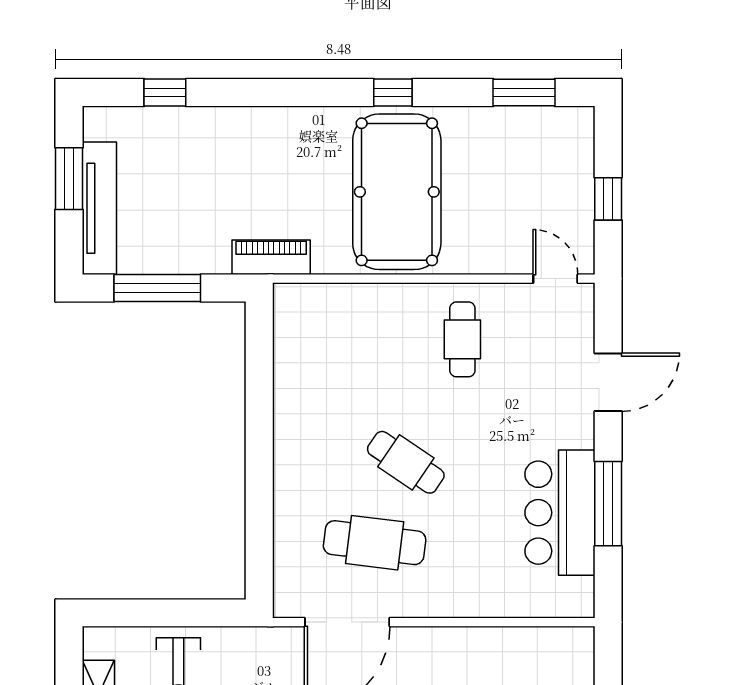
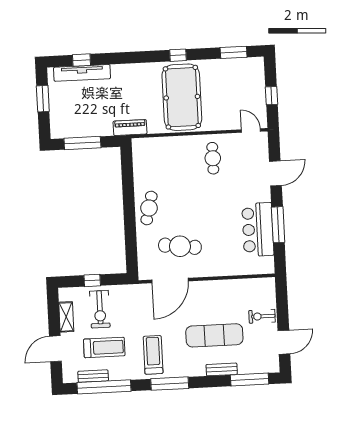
tv unit: (99, 208) -> (82, 73), moved, turned 90
cafe table: (406, 462) -> (149, 208), moved, turned 70
window: (164, 613) -> (92, 280), added

